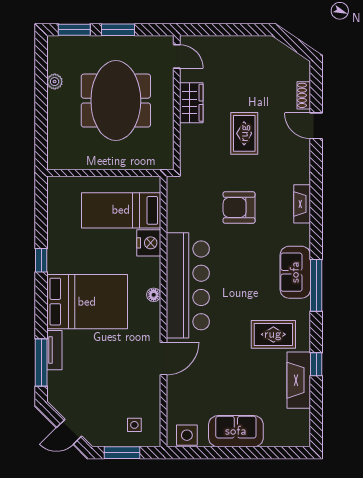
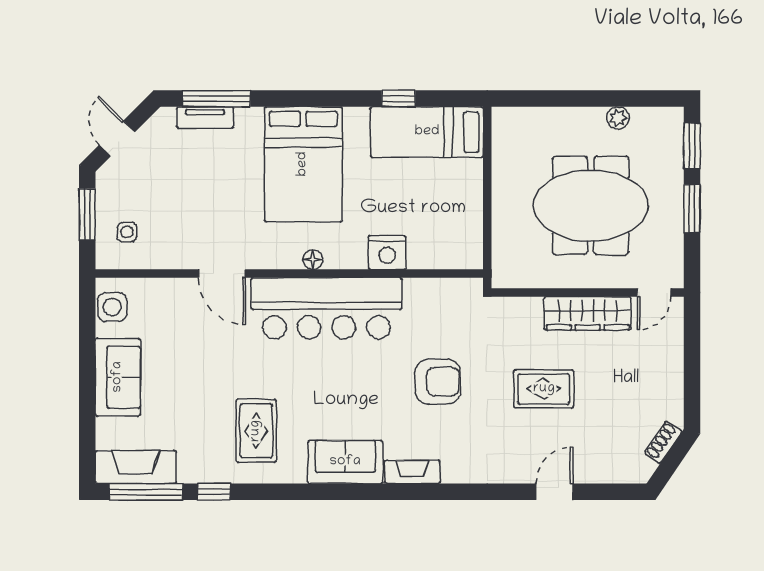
shoe rack: (304, 95) -> (663, 442), moved, turned -56
wardrobe: (191, 103) -> (588, 313), width x1.50
fireplace: (302, 204) -> (412, 472), moved
armchair: (239, 208) -> (438, 382), turned 90
bed: (121, 210) -> (427, 132), moved, turned -90
window: (41, 260) -> (399, 99), moved
window: (316, 285) -> (146, 492), moved
tv unit: (54, 350) -> (205, 118), moved
fireplace: (299, 380) -> (136, 467), moved

